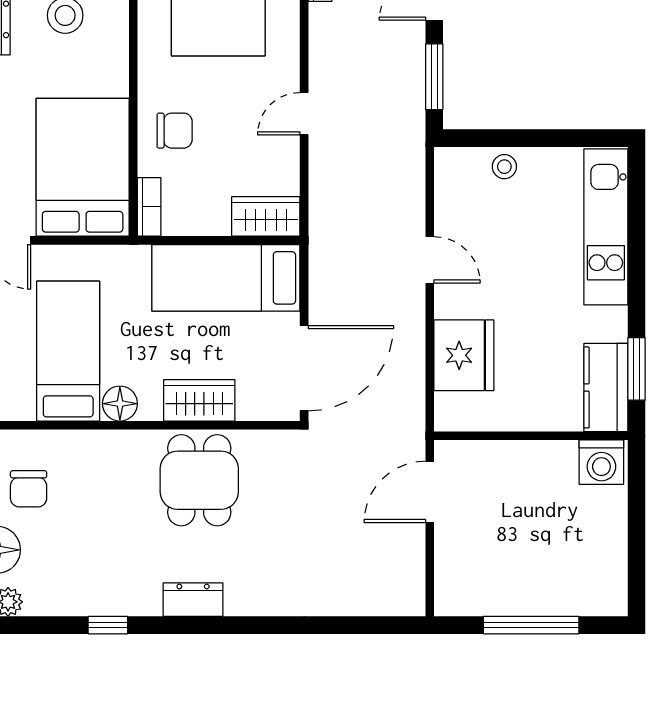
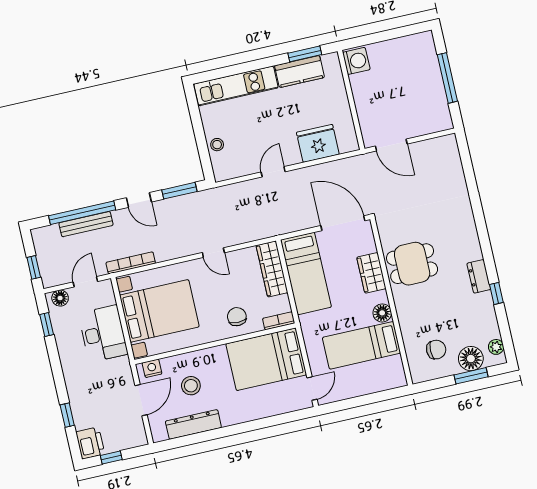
wardrobe: (266, 216) -> (272, 269), width x1.50
kitchen counter: (606, 387) -> (300, 72), moved
dresser: (193, 600) -> (479, 276), moved

